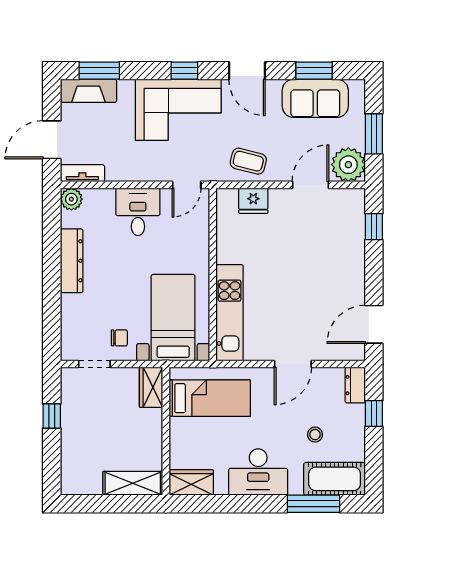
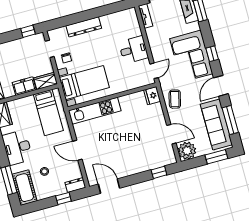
window: (314, 71) -> (230, 120), width x1.44
sofa: (315, 98) -> (216, 125), width x1.36
window: (374, 134) -> (216, 157), moved
door: (187, 185) -> (154, 71), swing flipped
plant: (71, 199) -> (131, 14), removed
fridge: (253, 201) -> (152, 96), moved
dresser: (72, 261) -> (84, 27), moved
window: (52, 416) -> (28, 31), moved
freezer: (150, 429) -> (24, 86), added

